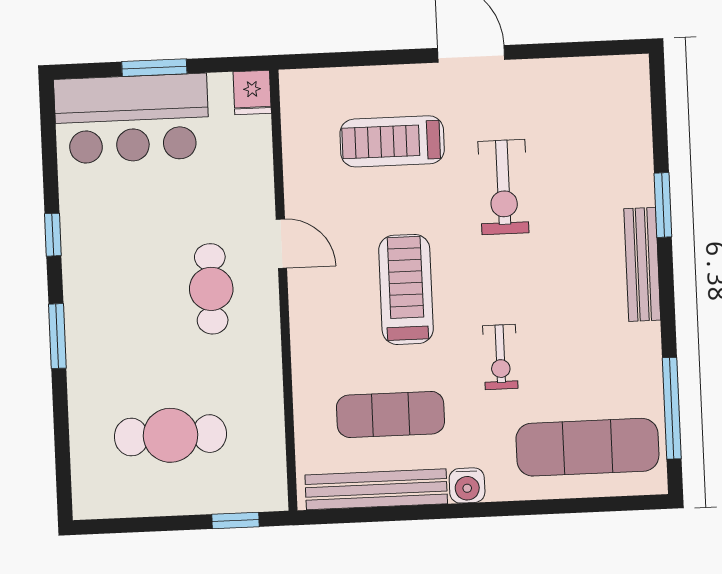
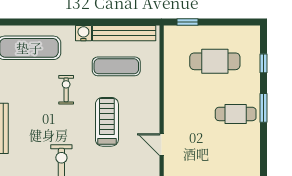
window: (53, 235) -> (264, 63), moved
cafe table: (211, 289) -> (236, 114), moved, turned 90
treadmill: (406, 289) -> (107, 122), turned 180

